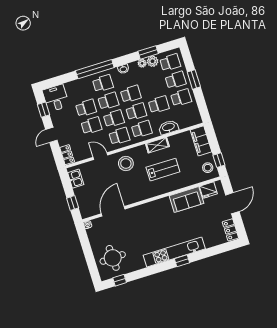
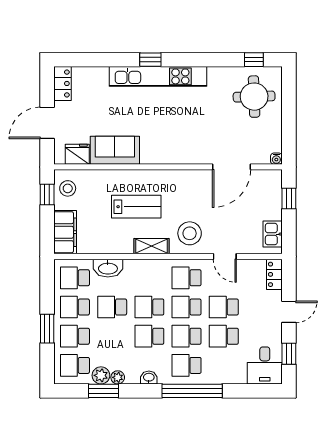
school desk: (142, 129) -> (75, 278), moved
shelving: (157, 145) -> (151, 246), moved
lab bench: (163, 170) -> (136, 207), turned 180

